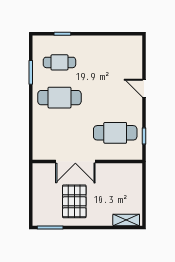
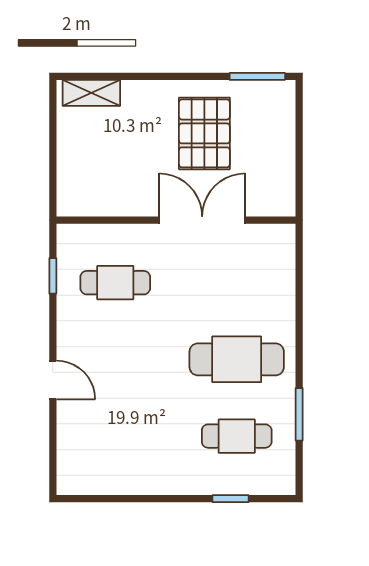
cafe table: (115, 133) -> (115, 283), width x0.73, depth x0.74

